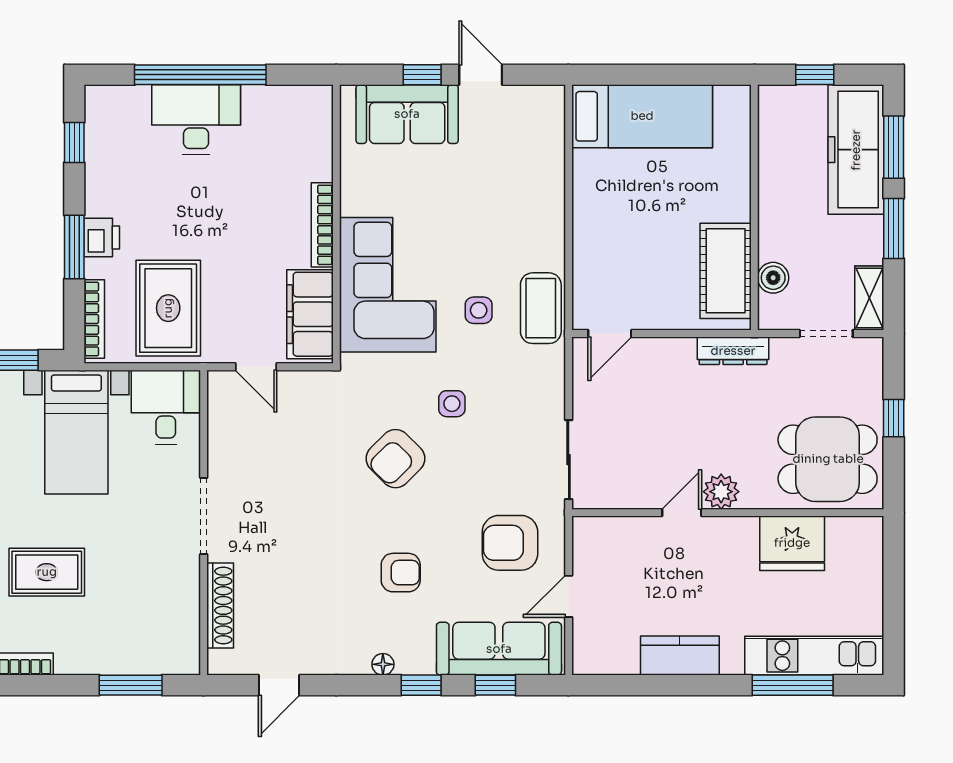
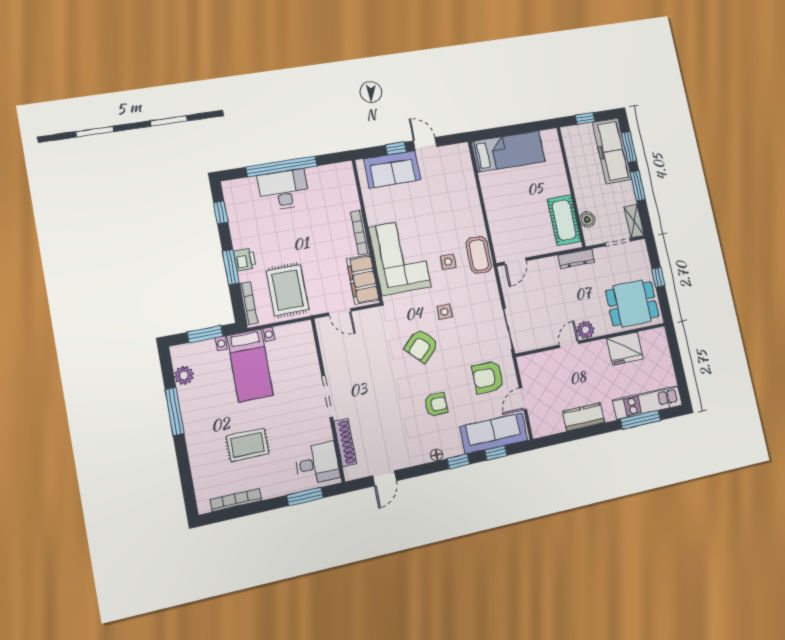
desk: (166, 407) -> (317, 463), moved, turned 90

